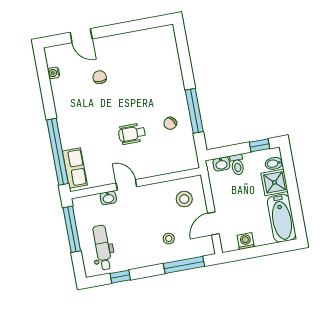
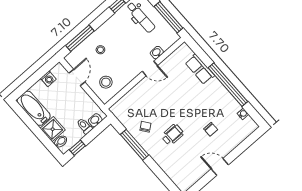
door: (81, 36) -> (220, 167), moved
wheelchair: (132, 134) -> (172, 135), moved
window: (58, 152) -> (228, 85), moved
row of seats: (75, 168) -> (200, 69), moved

